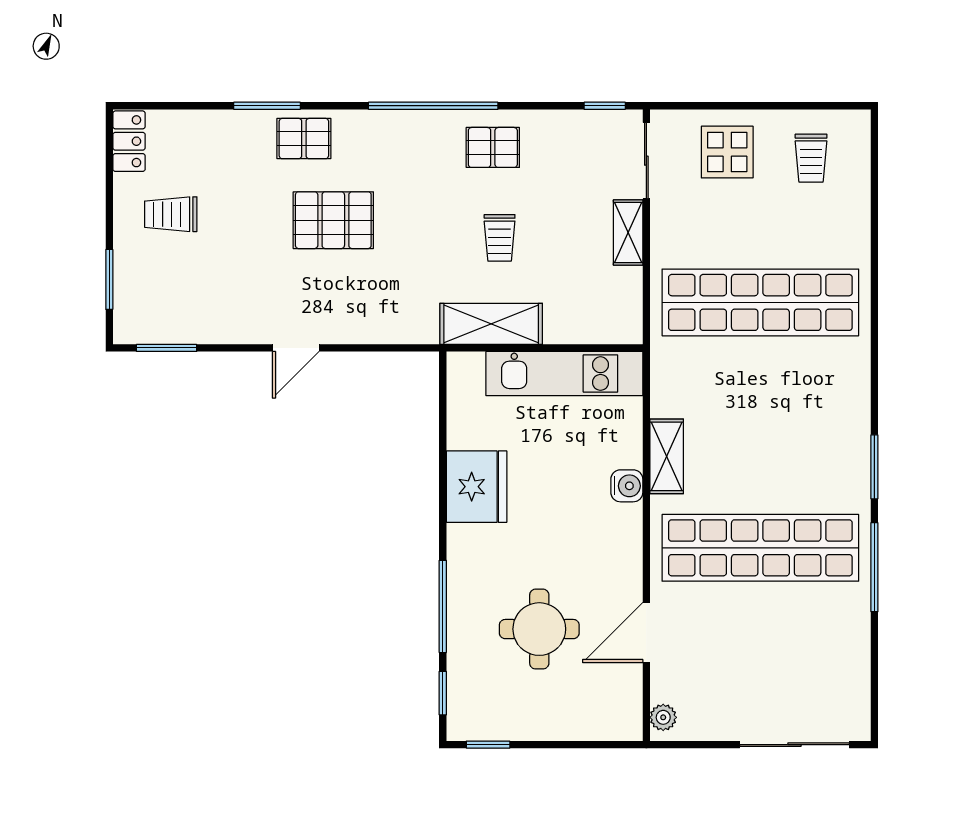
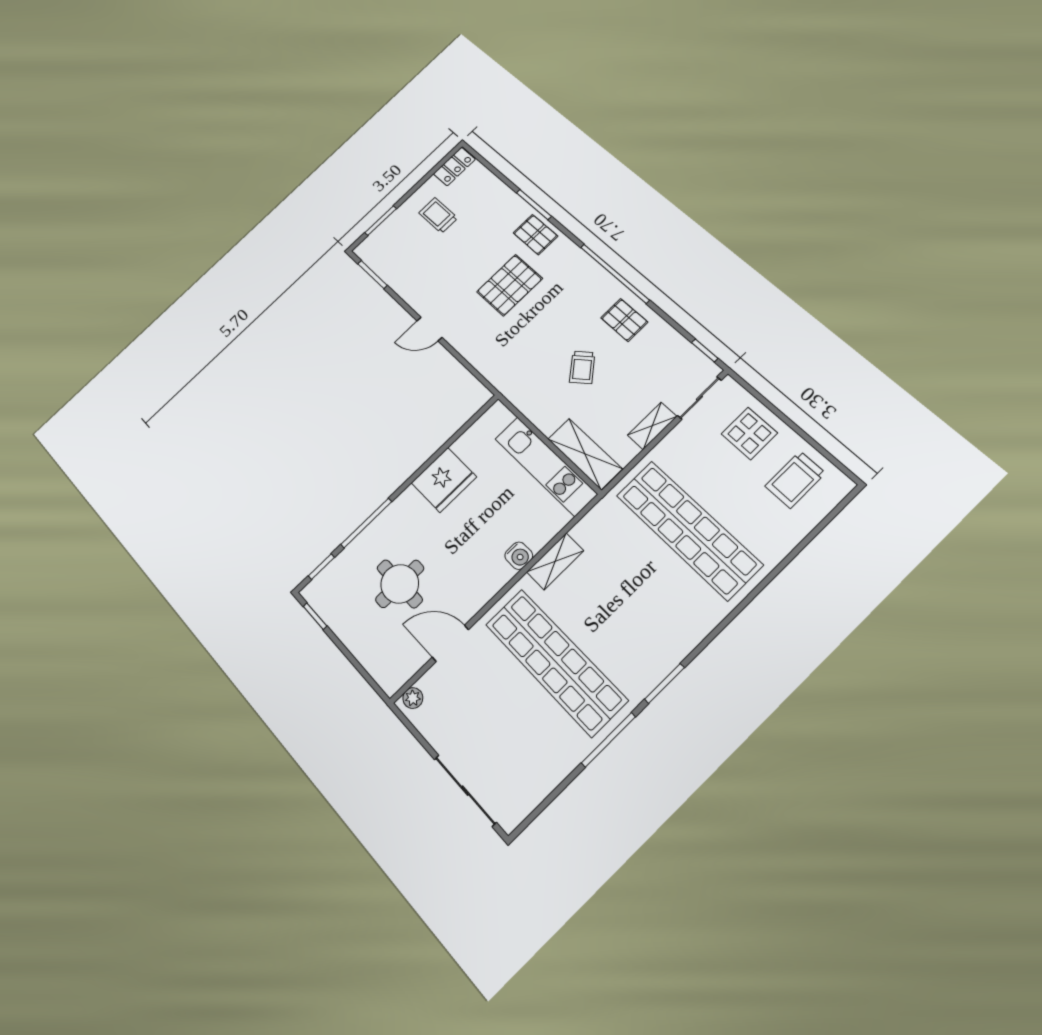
trolley: (811, 158) -> (795, 480), width x1.36, depth x1.39
pallet: (333, 220) -> (510, 285), turned 90
trolley: (500, 238) -> (582, 367), turned -39
shelving: (491, 324) -> (585, 454), moved

